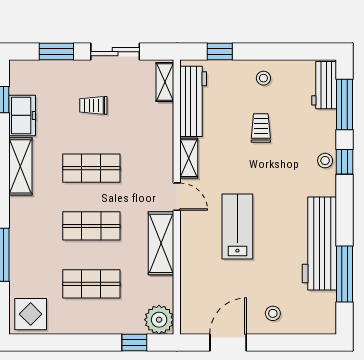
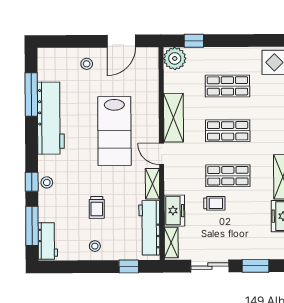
trolley: (93, 105) -> (214, 203), moved
freezer: (161, 123) -> (174, 211), added
lab bench: (237, 227) -> (114, 131), width x1.36, depth x1.39

